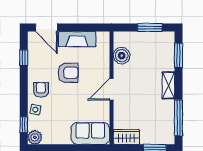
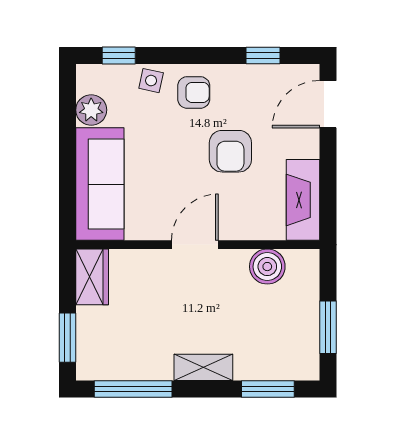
fireplace: (77, 39) -> (303, 200), moved
door: (111, 89) -> (195, 245), hinge flipped
sofa: (90, 133) -> (100, 184), width x1.36
plant: (35, 137) -> (91, 110), moved

